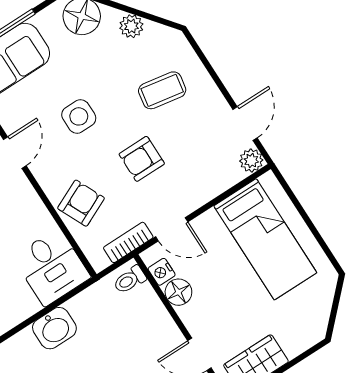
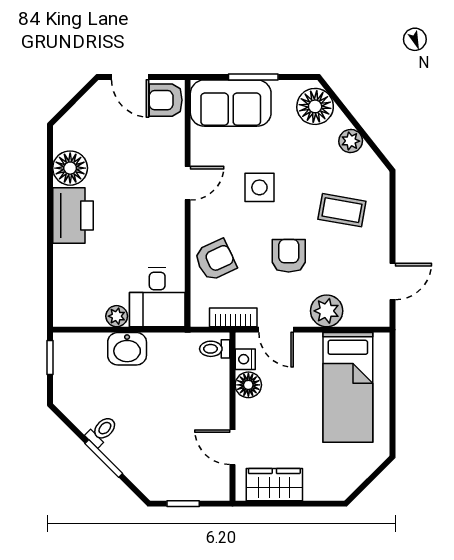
armchair: (142, 159) -> (289, 256), turned 90
plant: (251, 161) -> (327, 311), moved, width x1.38, depth x1.38
plant: (27, 306) -> (117, 316), added

